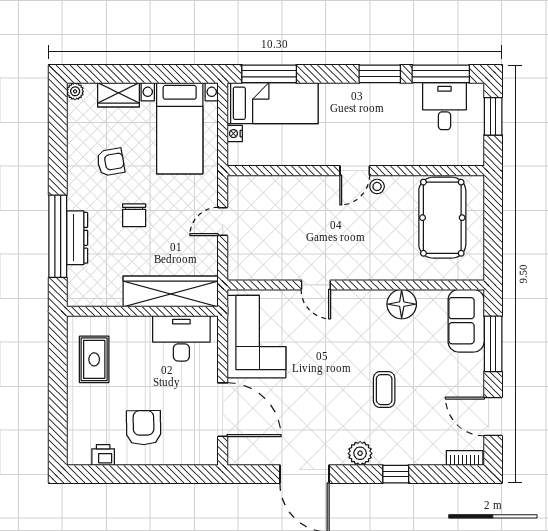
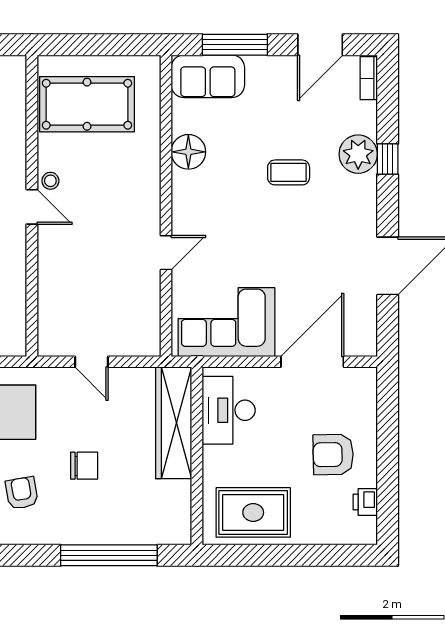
dresser: (77, 238) -> (111, 533), removed
rug: (94, 359) -> (253, 512), width x1.36, depth x1.43
plant: (360, 453) -> (358, 154), moved, width x1.36, depth x1.36

